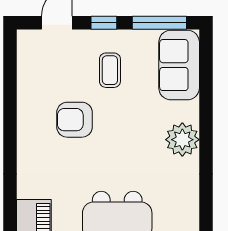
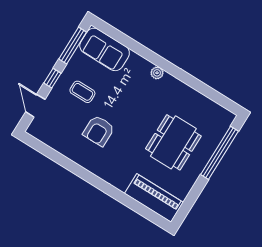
plant: (182, 140) -> (157, 73), width x0.53, depth x0.53

